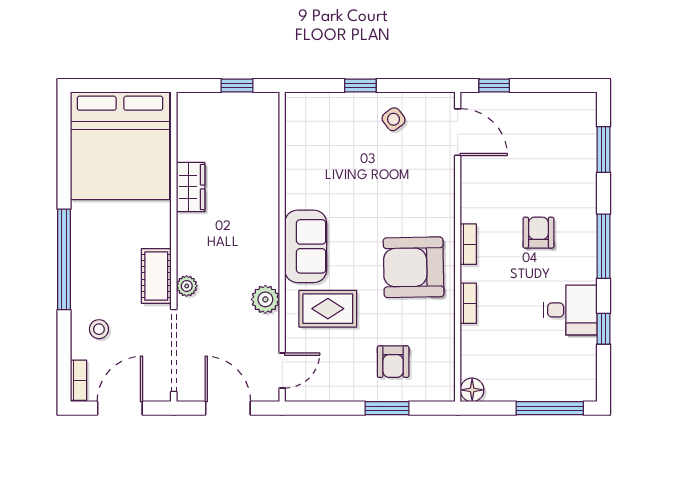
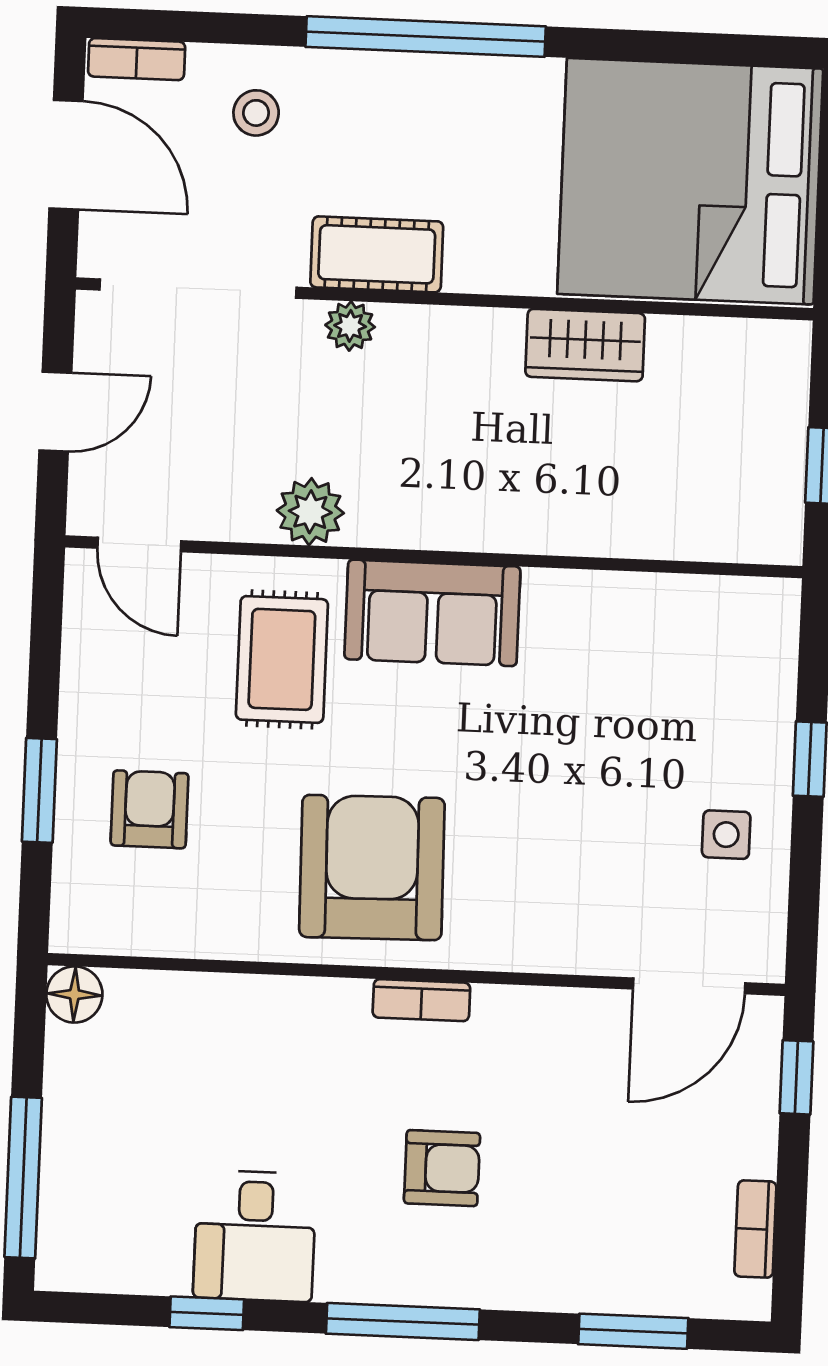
side table: (394, 119) -> (726, 835), turned 37
bookcase: (468, 303) -> (755, 1229), moved, turned 90
armchair: (393, 362) -> (150, 809), turned 90
door: (228, 408) -> (55, 412), width x0.73

